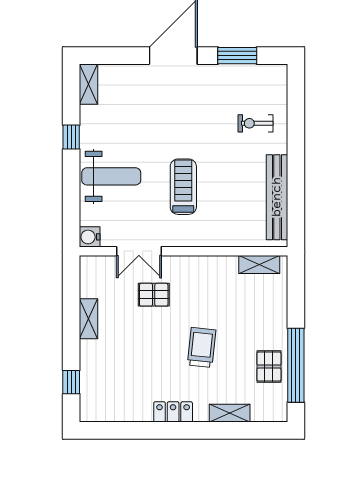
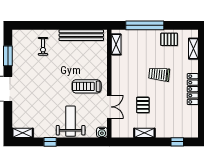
treadmill: (183, 187) -> (87, 86), moved
pallet: (154, 295) -> (143, 105), moved
window: (296, 365) -> (145, 25), moved
locker: (173, 412) -> (193, 89), width x1.53
shelving: (230, 413) -> (193, 49), moved

